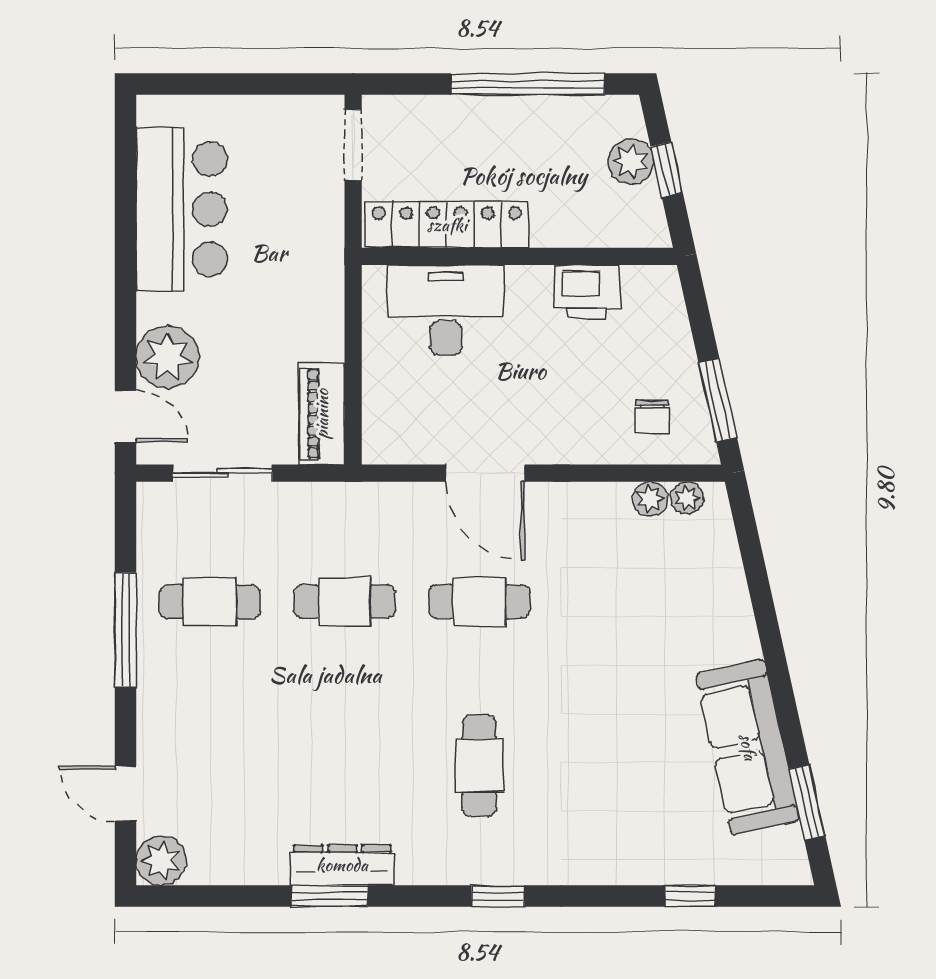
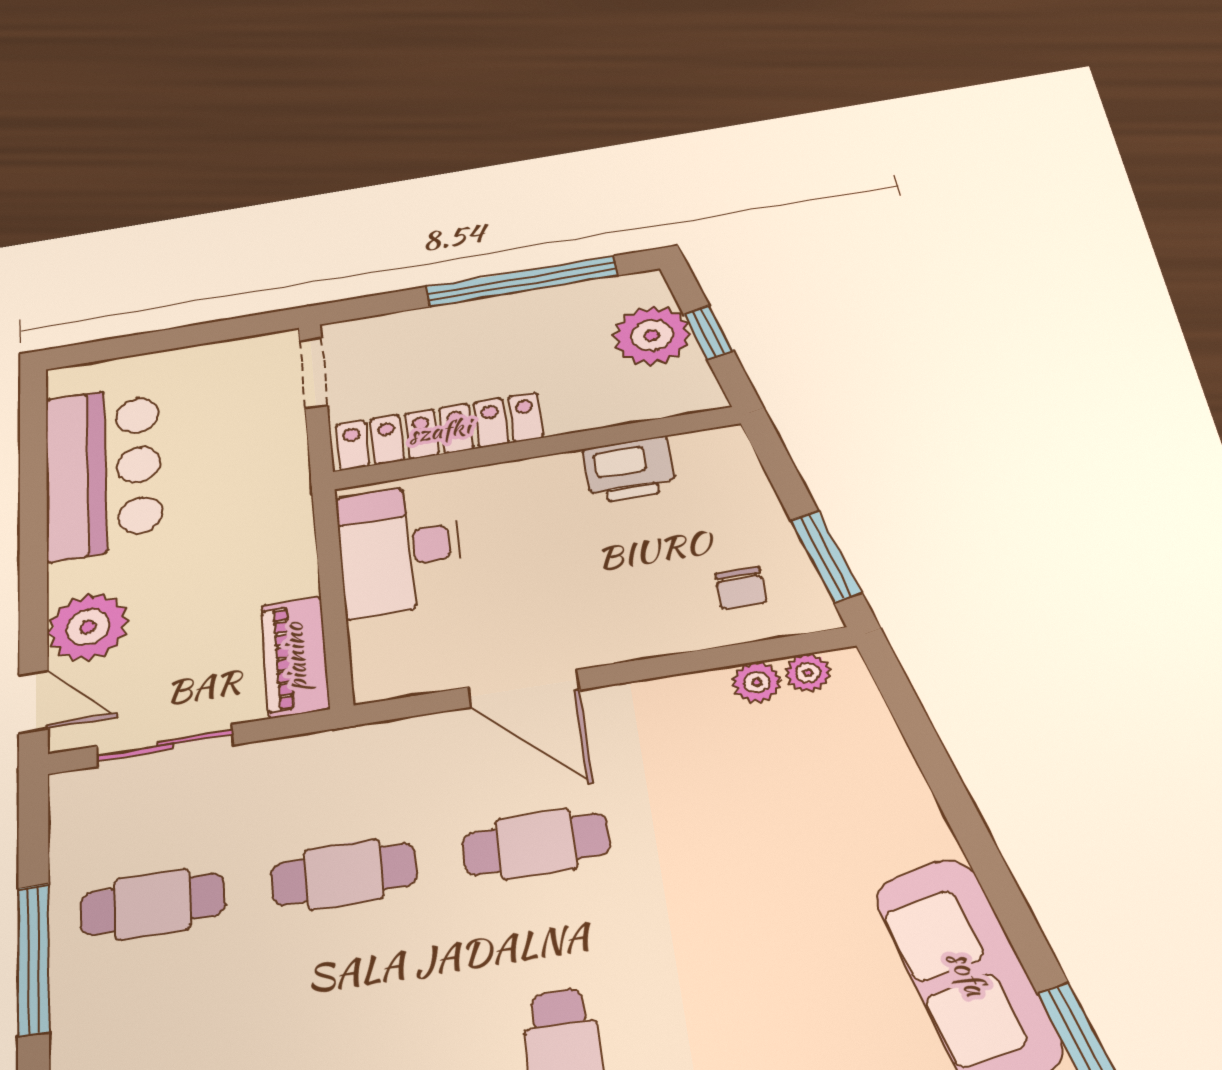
plant: (631, 162) -> (652, 336), width x1.36, depth x1.36
desk: (446, 310) -> (400, 549), moved, turned -90

